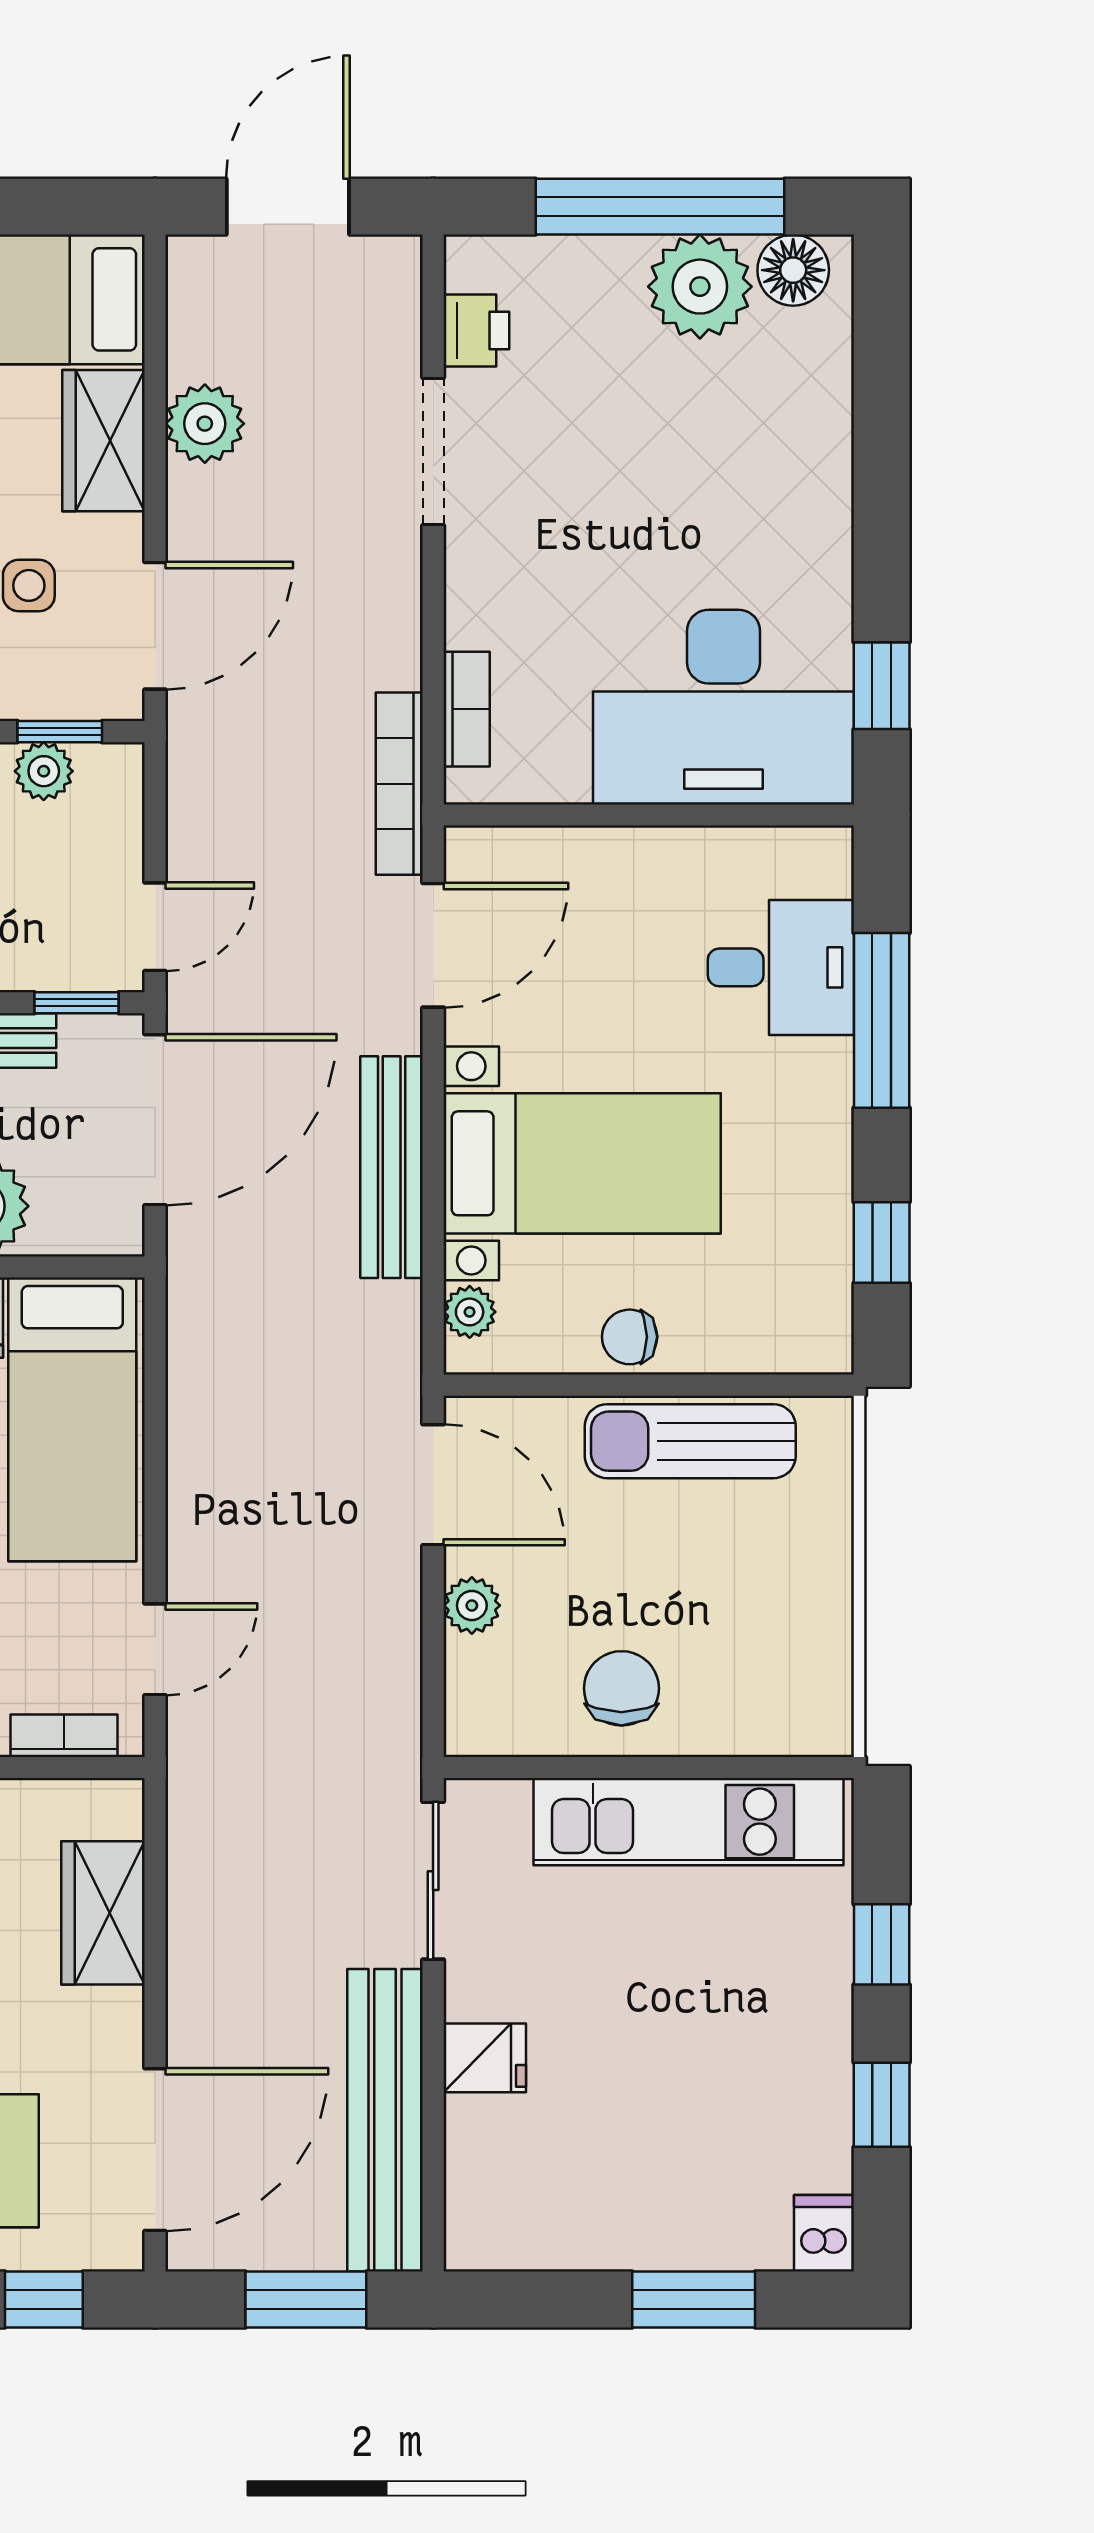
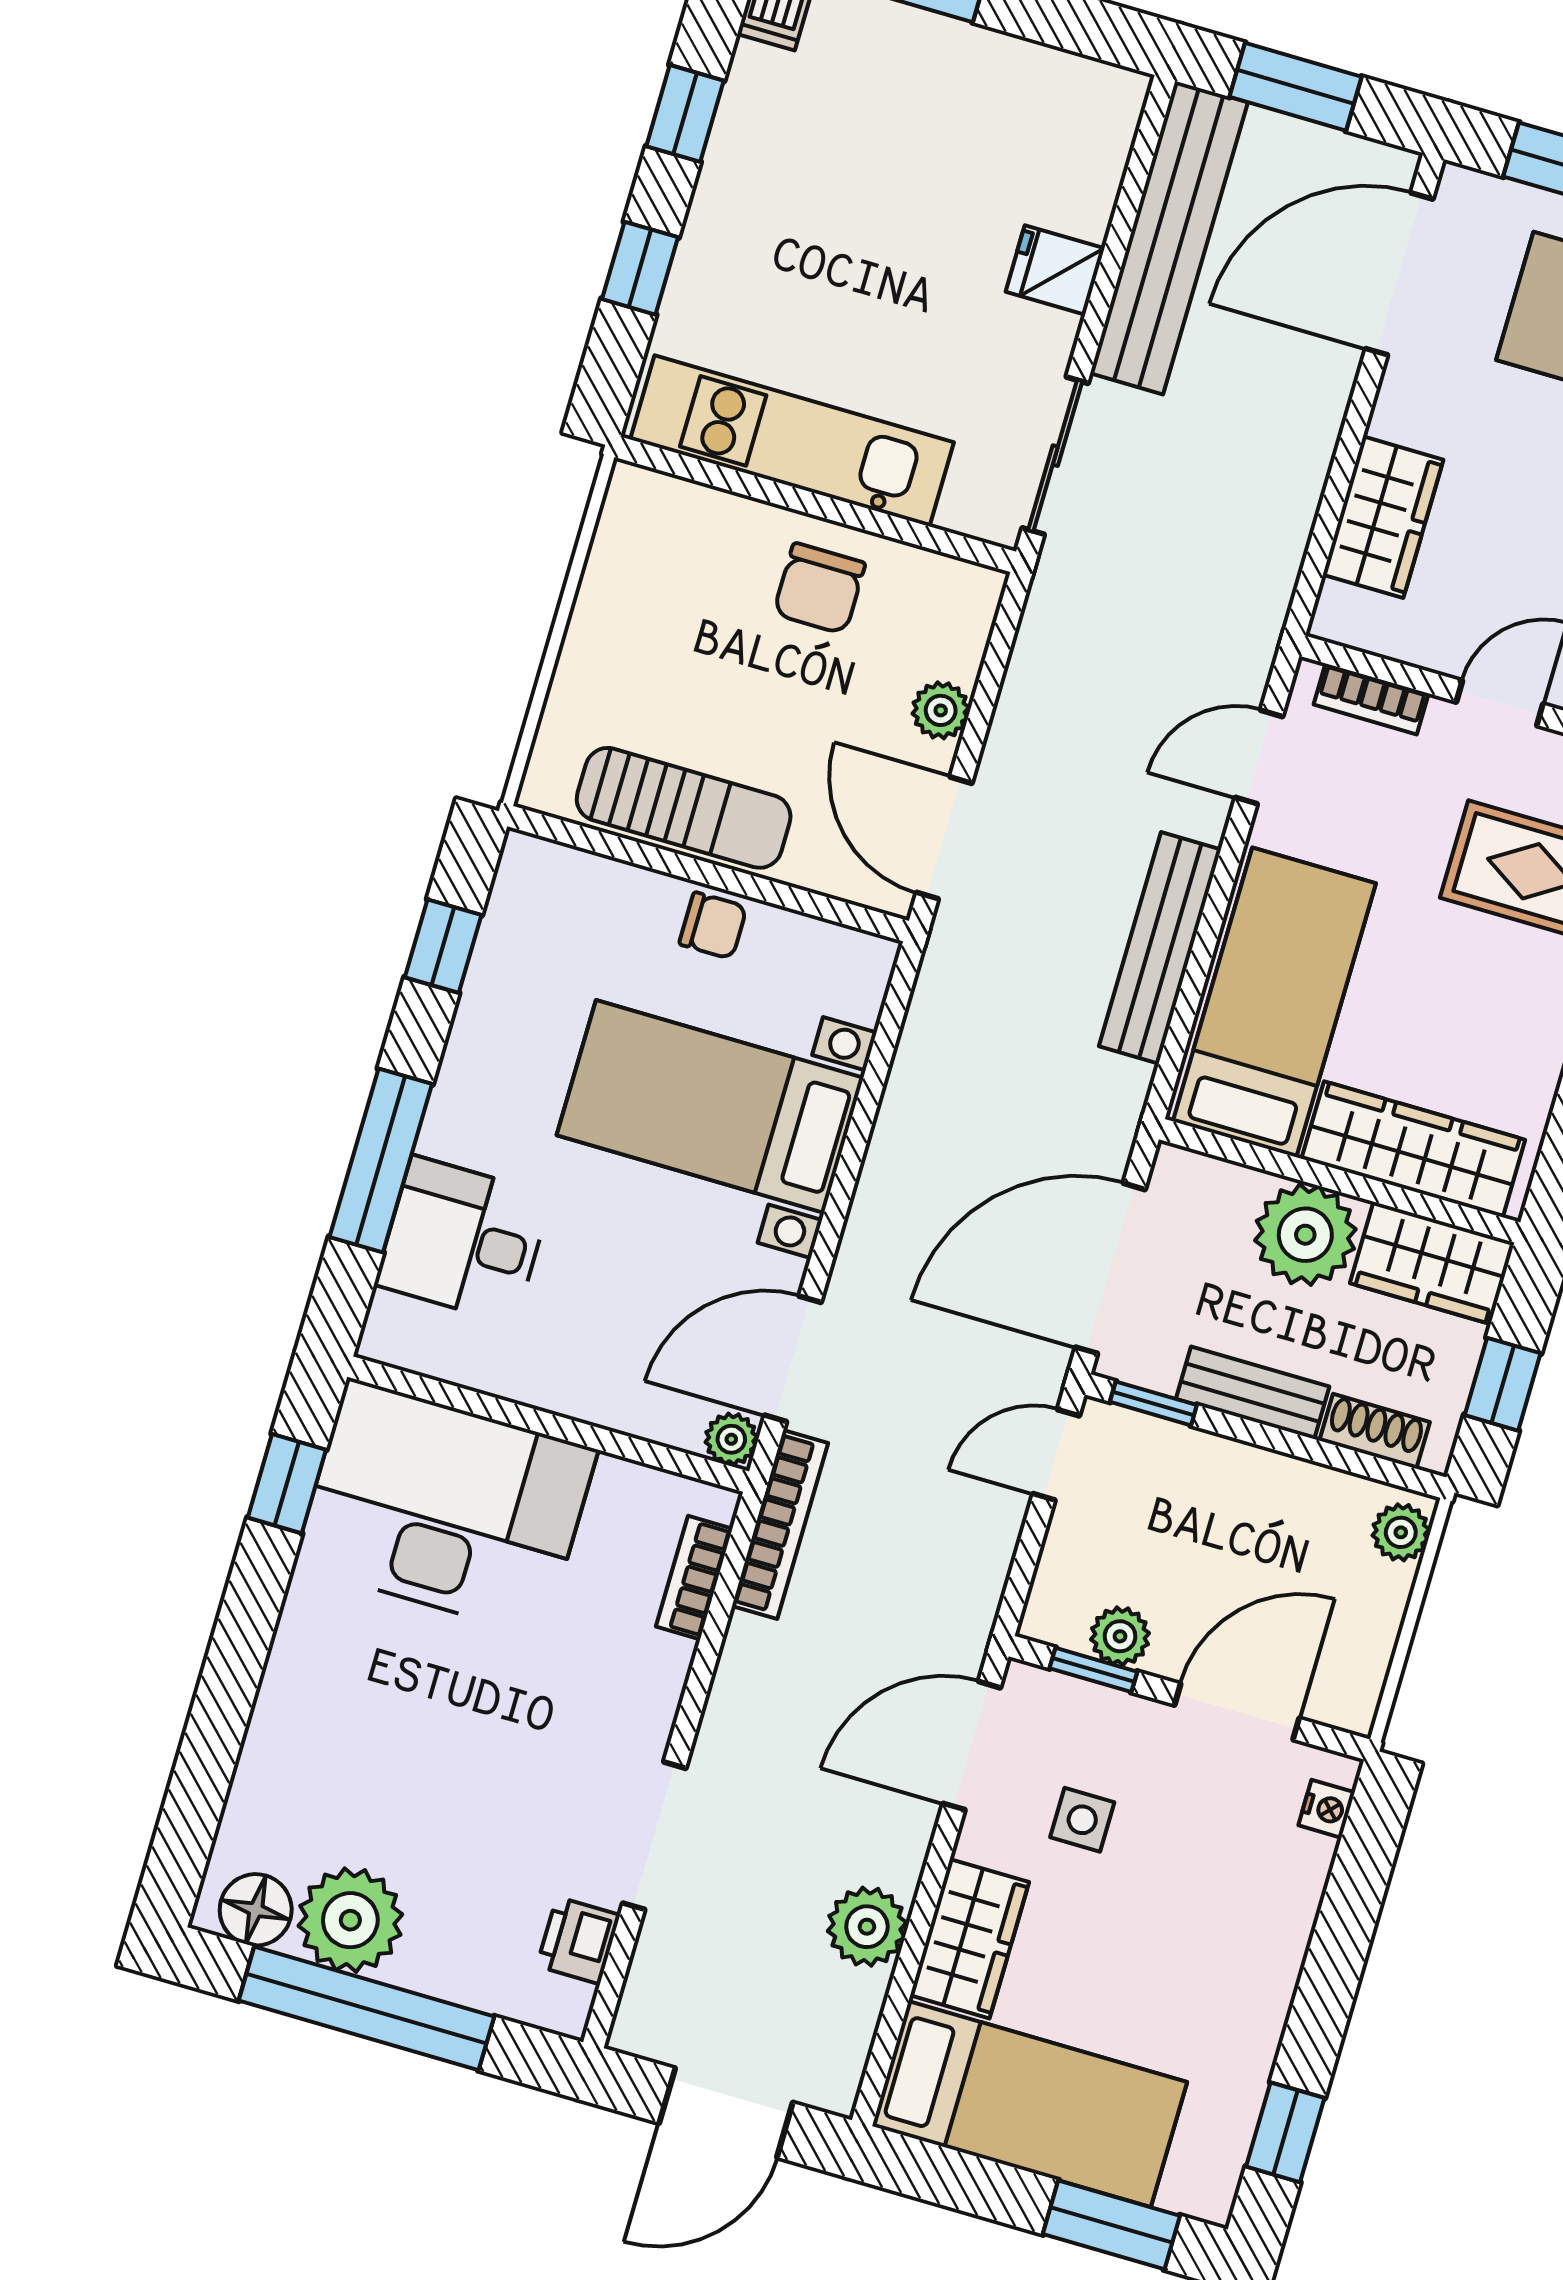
bench: (392, 1167) -> (1160, 948), moved
plant: (470, 1312) -> (731, 1439), moved

